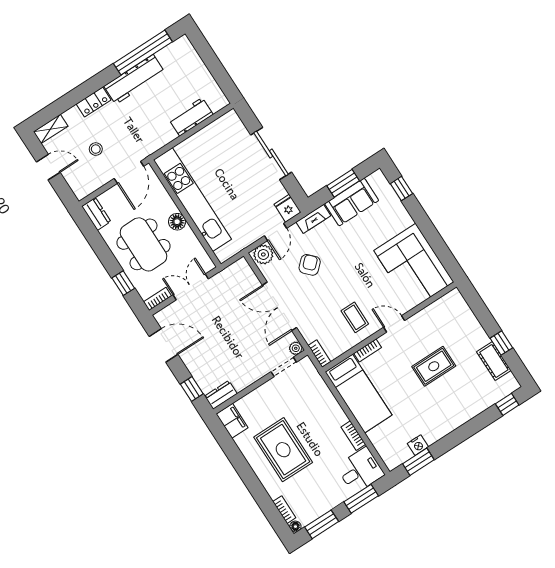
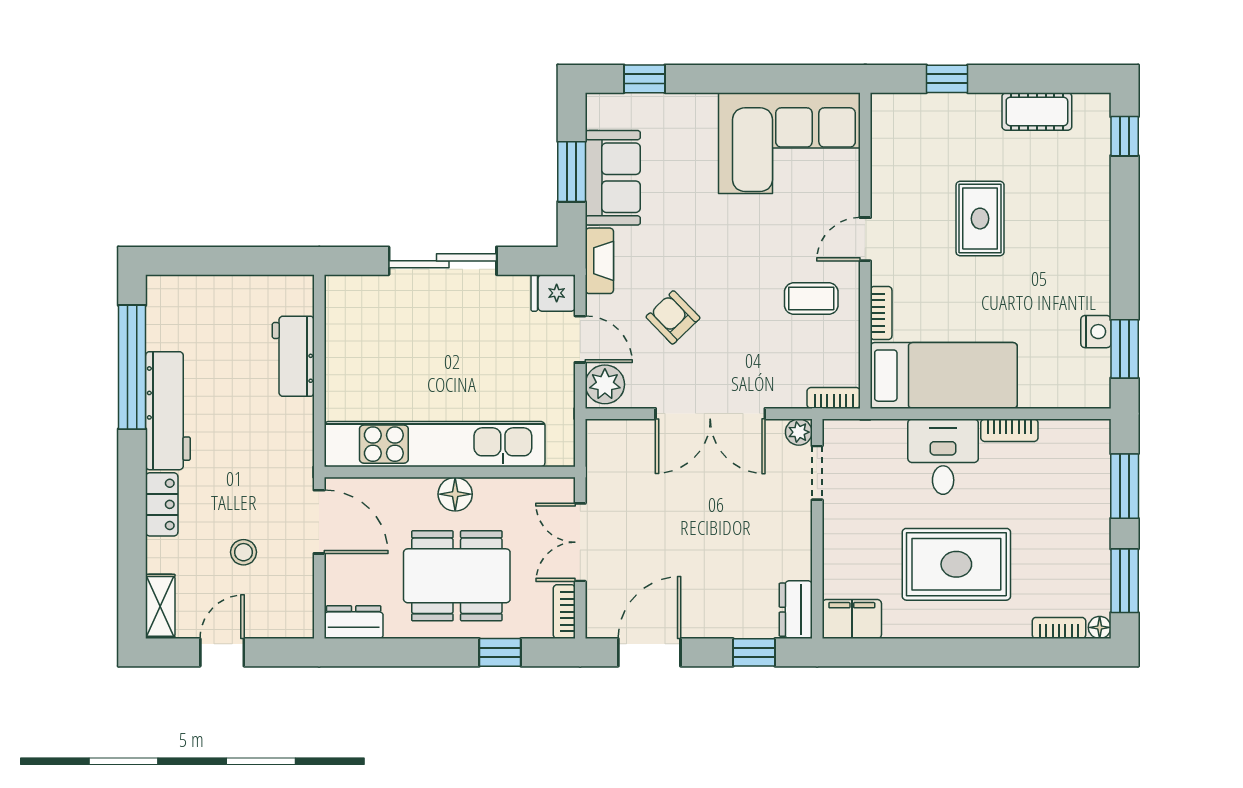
window: (501, 343) -> (947, 79), moved
desk: (360, 470) -> (943, 457), moved

